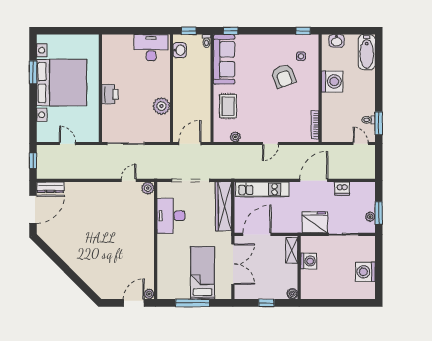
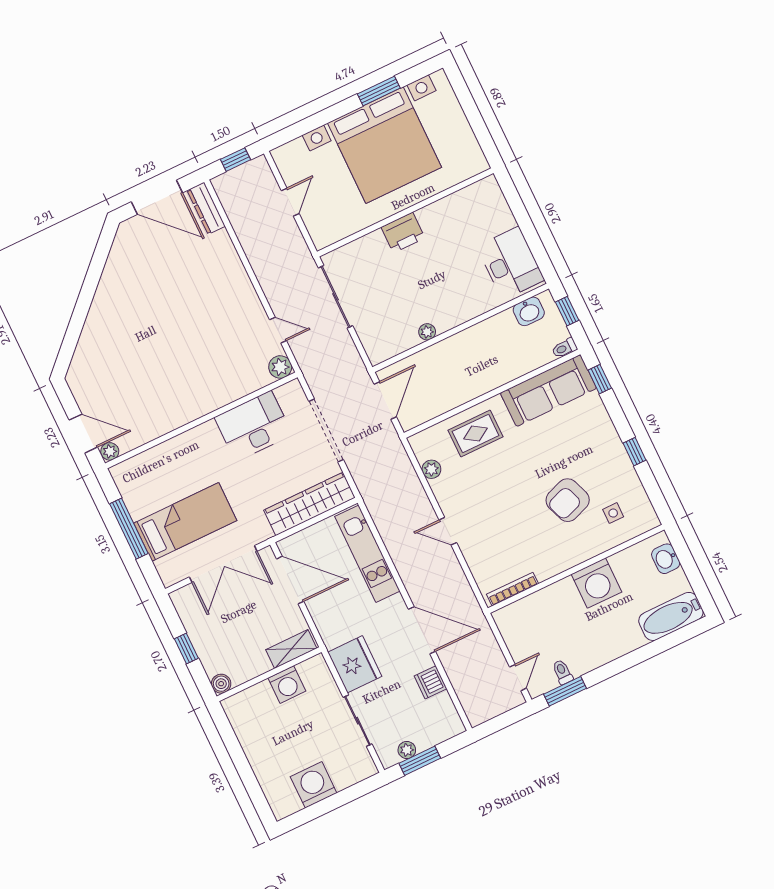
window: (303, 31) -> (634, 452), moved
plant: (161, 106) -> (427, 332), width x0.53, depth x0.53
door: (190, 144) -> (385, 401), hinge flipped

